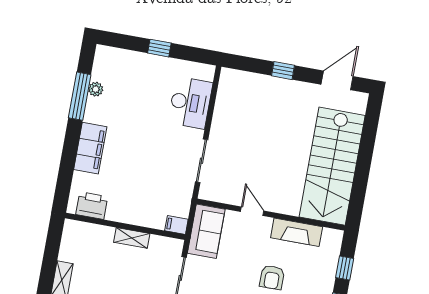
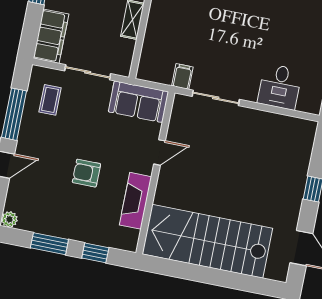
desk: (190, 103) -> (280, 87), width x0.73
filing cabinet: (176, 225) -> (182, 76), moved

